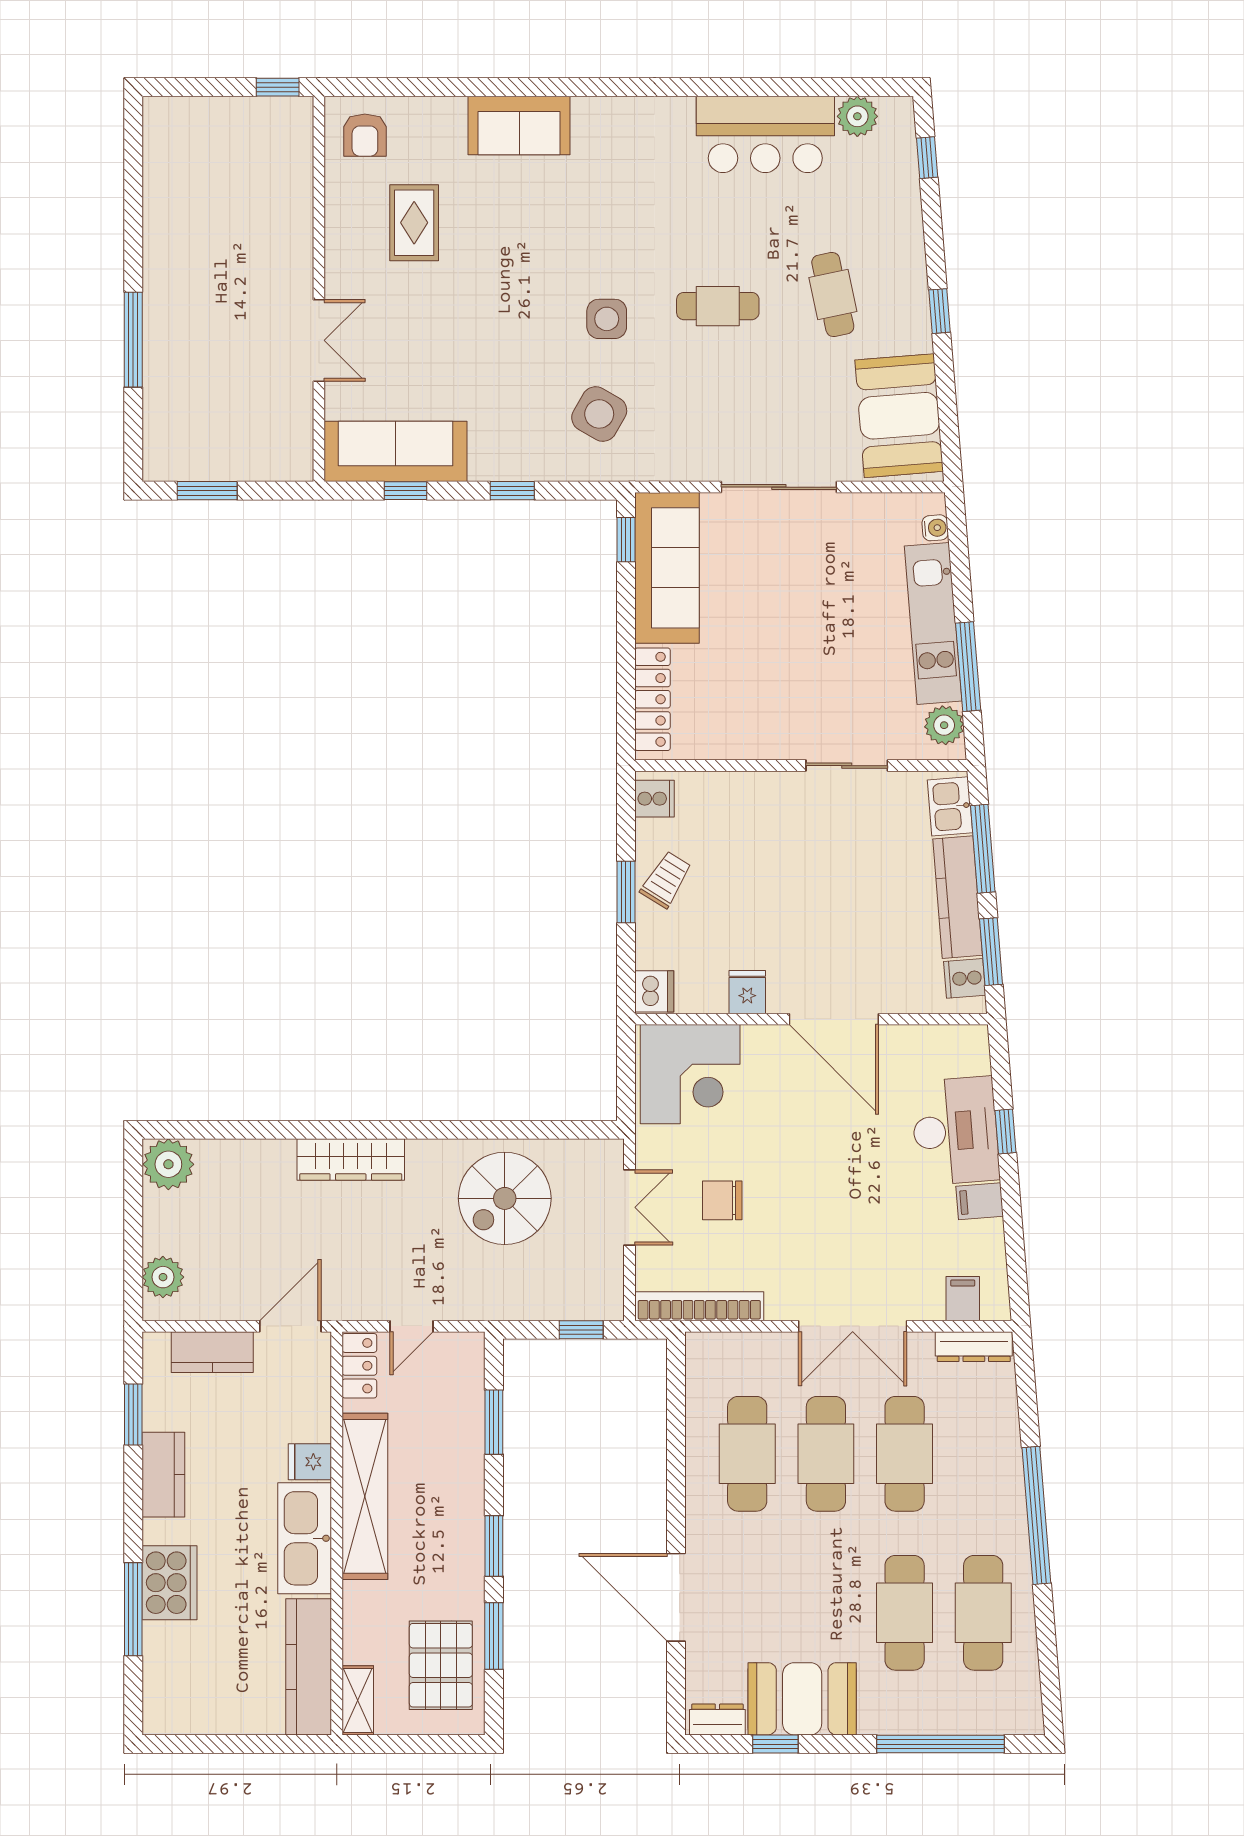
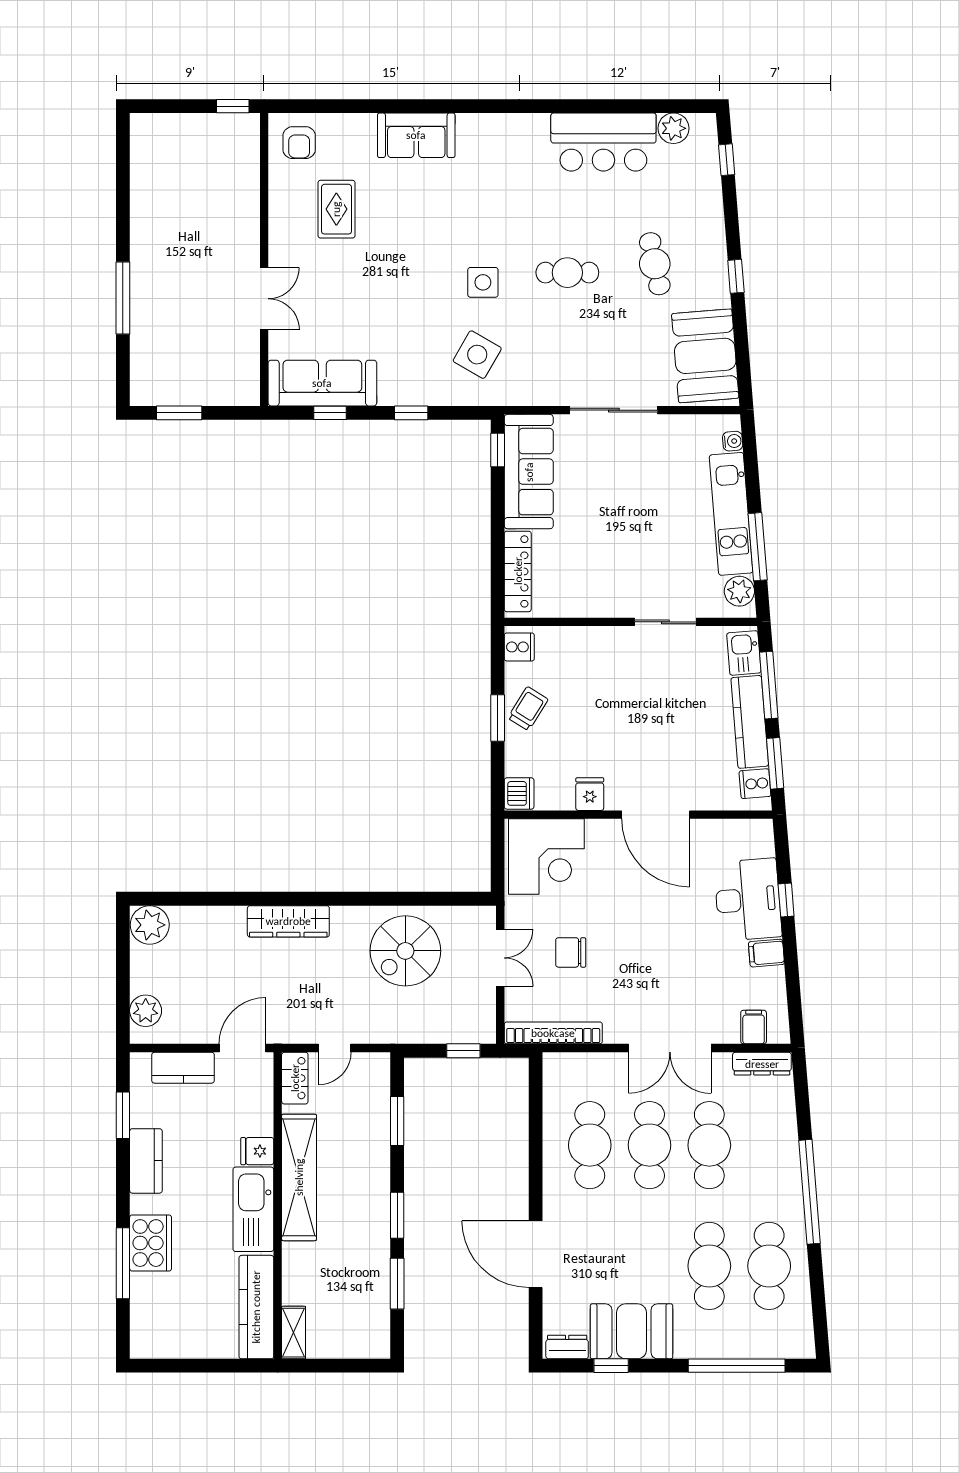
pallet: (441, 1665) -> (357, 1306), removed

